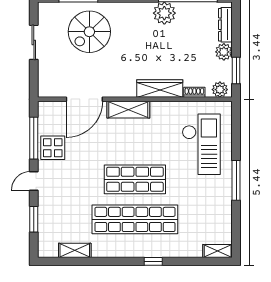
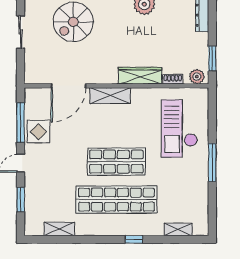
plant: (224, 52) -> (201, 41), removed
checkout: (201, 144) -> (179, 128), turned 180
shelving: (218, 251) -> (178, 230), moved

